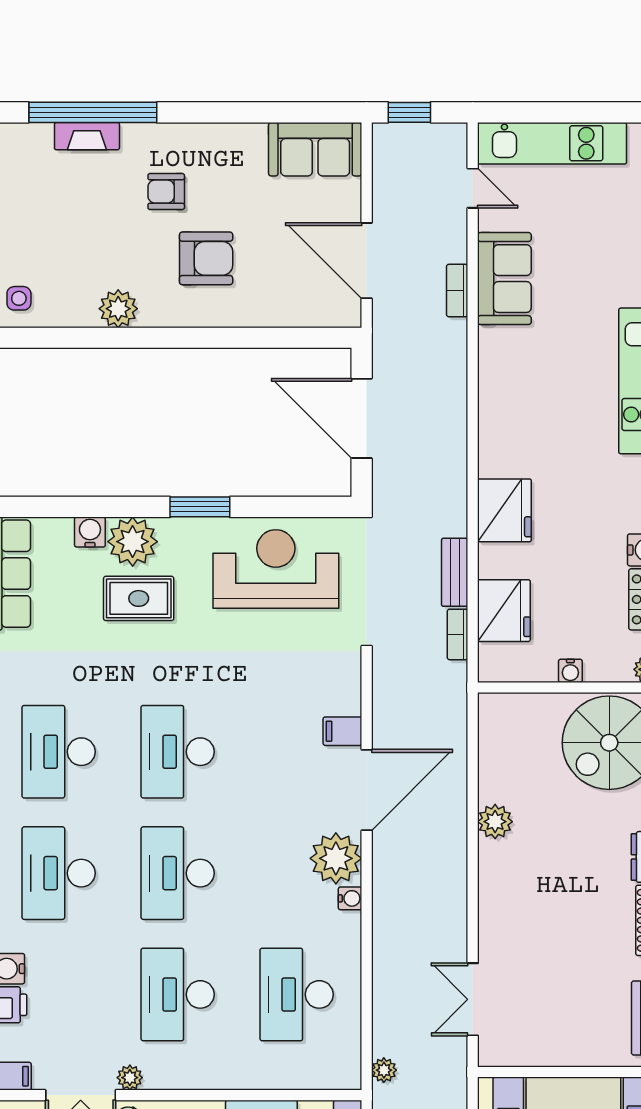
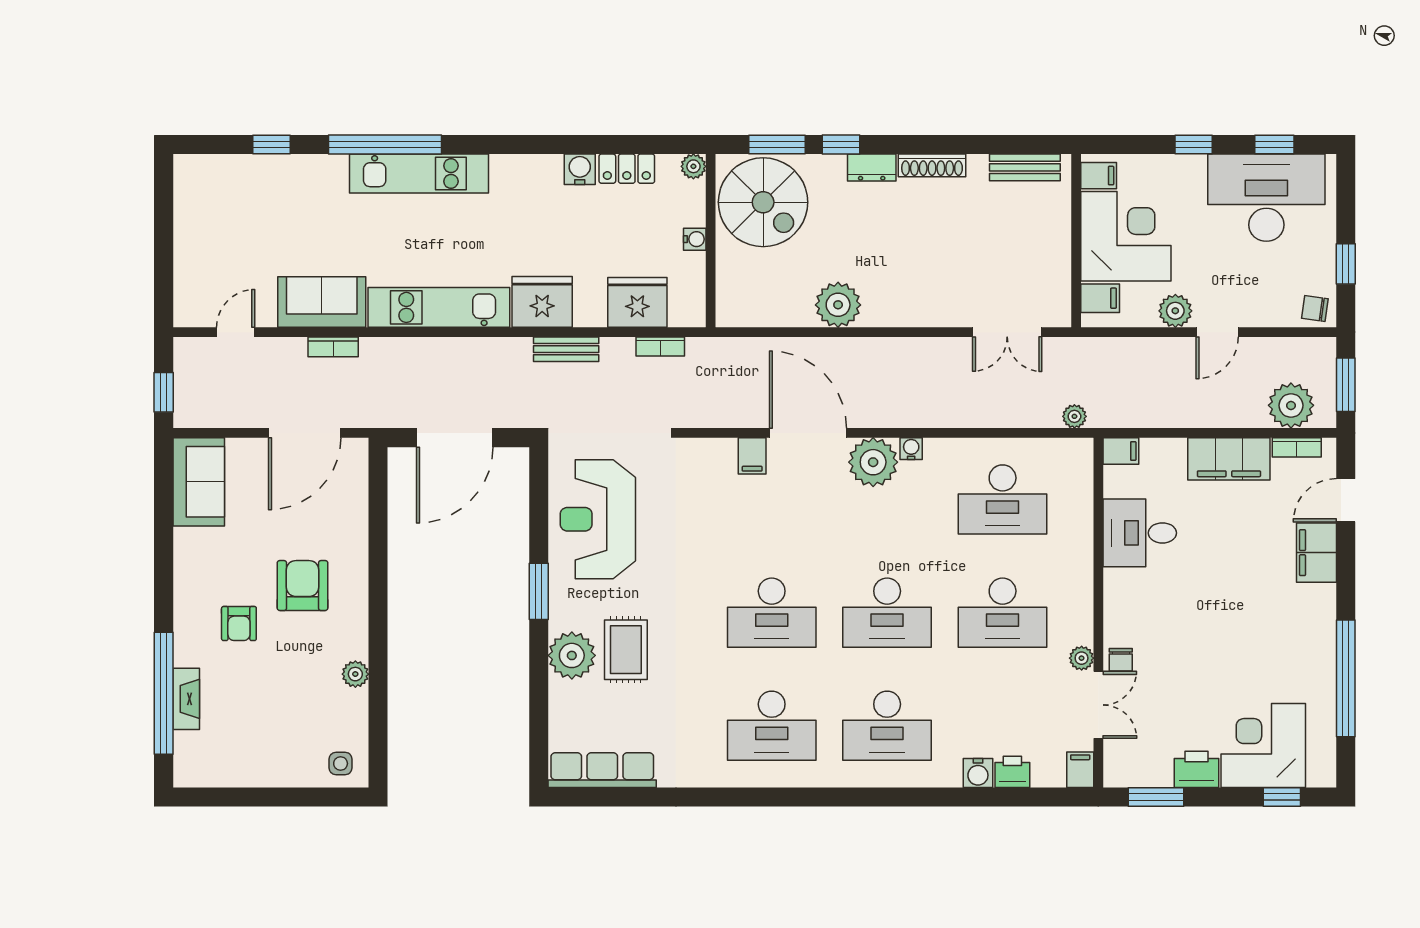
kitchen unit: (552, 143) -> (439, 307), moved, turned -90
plant: (118, 309) -> (355, 674), width x0.73, depth x0.73
water cooler: (90, 532) -> (563, 696), removed
bench: (455, 572) -> (566, 349), moved
plant: (495, 822) -> (838, 305), width x1.36, depth x1.36

